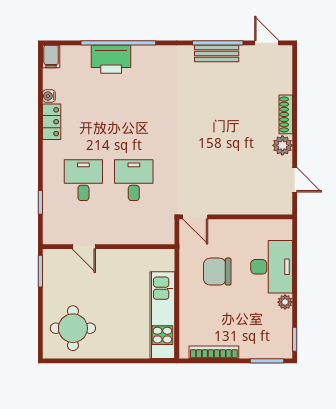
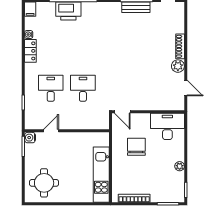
door: (84, 247) -> (51, 131), swing flipped
water cooler: (51, 257) -> (30, 138), added
desk: (272, 267) -> (167, 126), moved, turned -90
chair: (217, 272) -> (136, 147), turned 90

